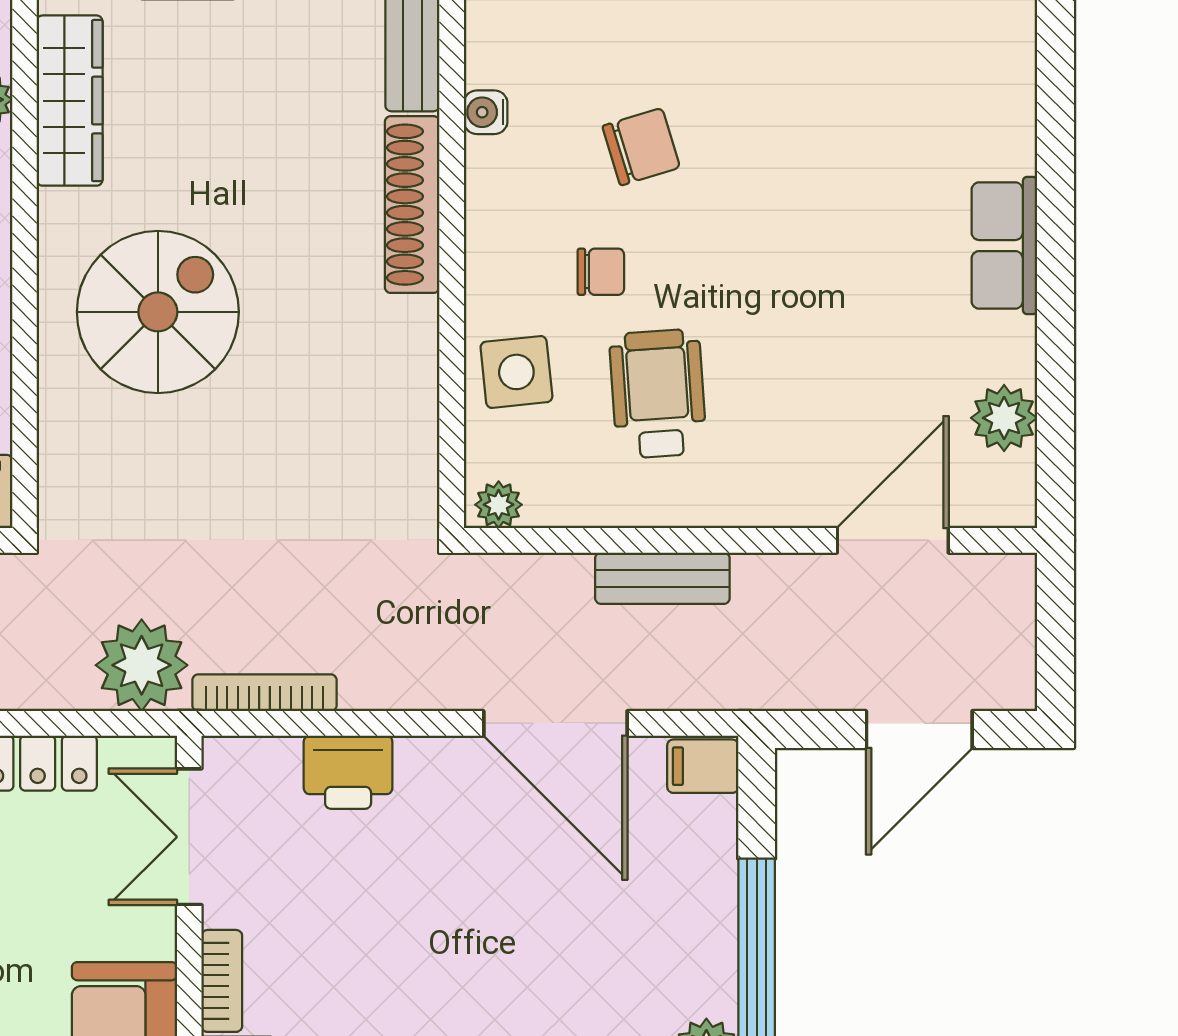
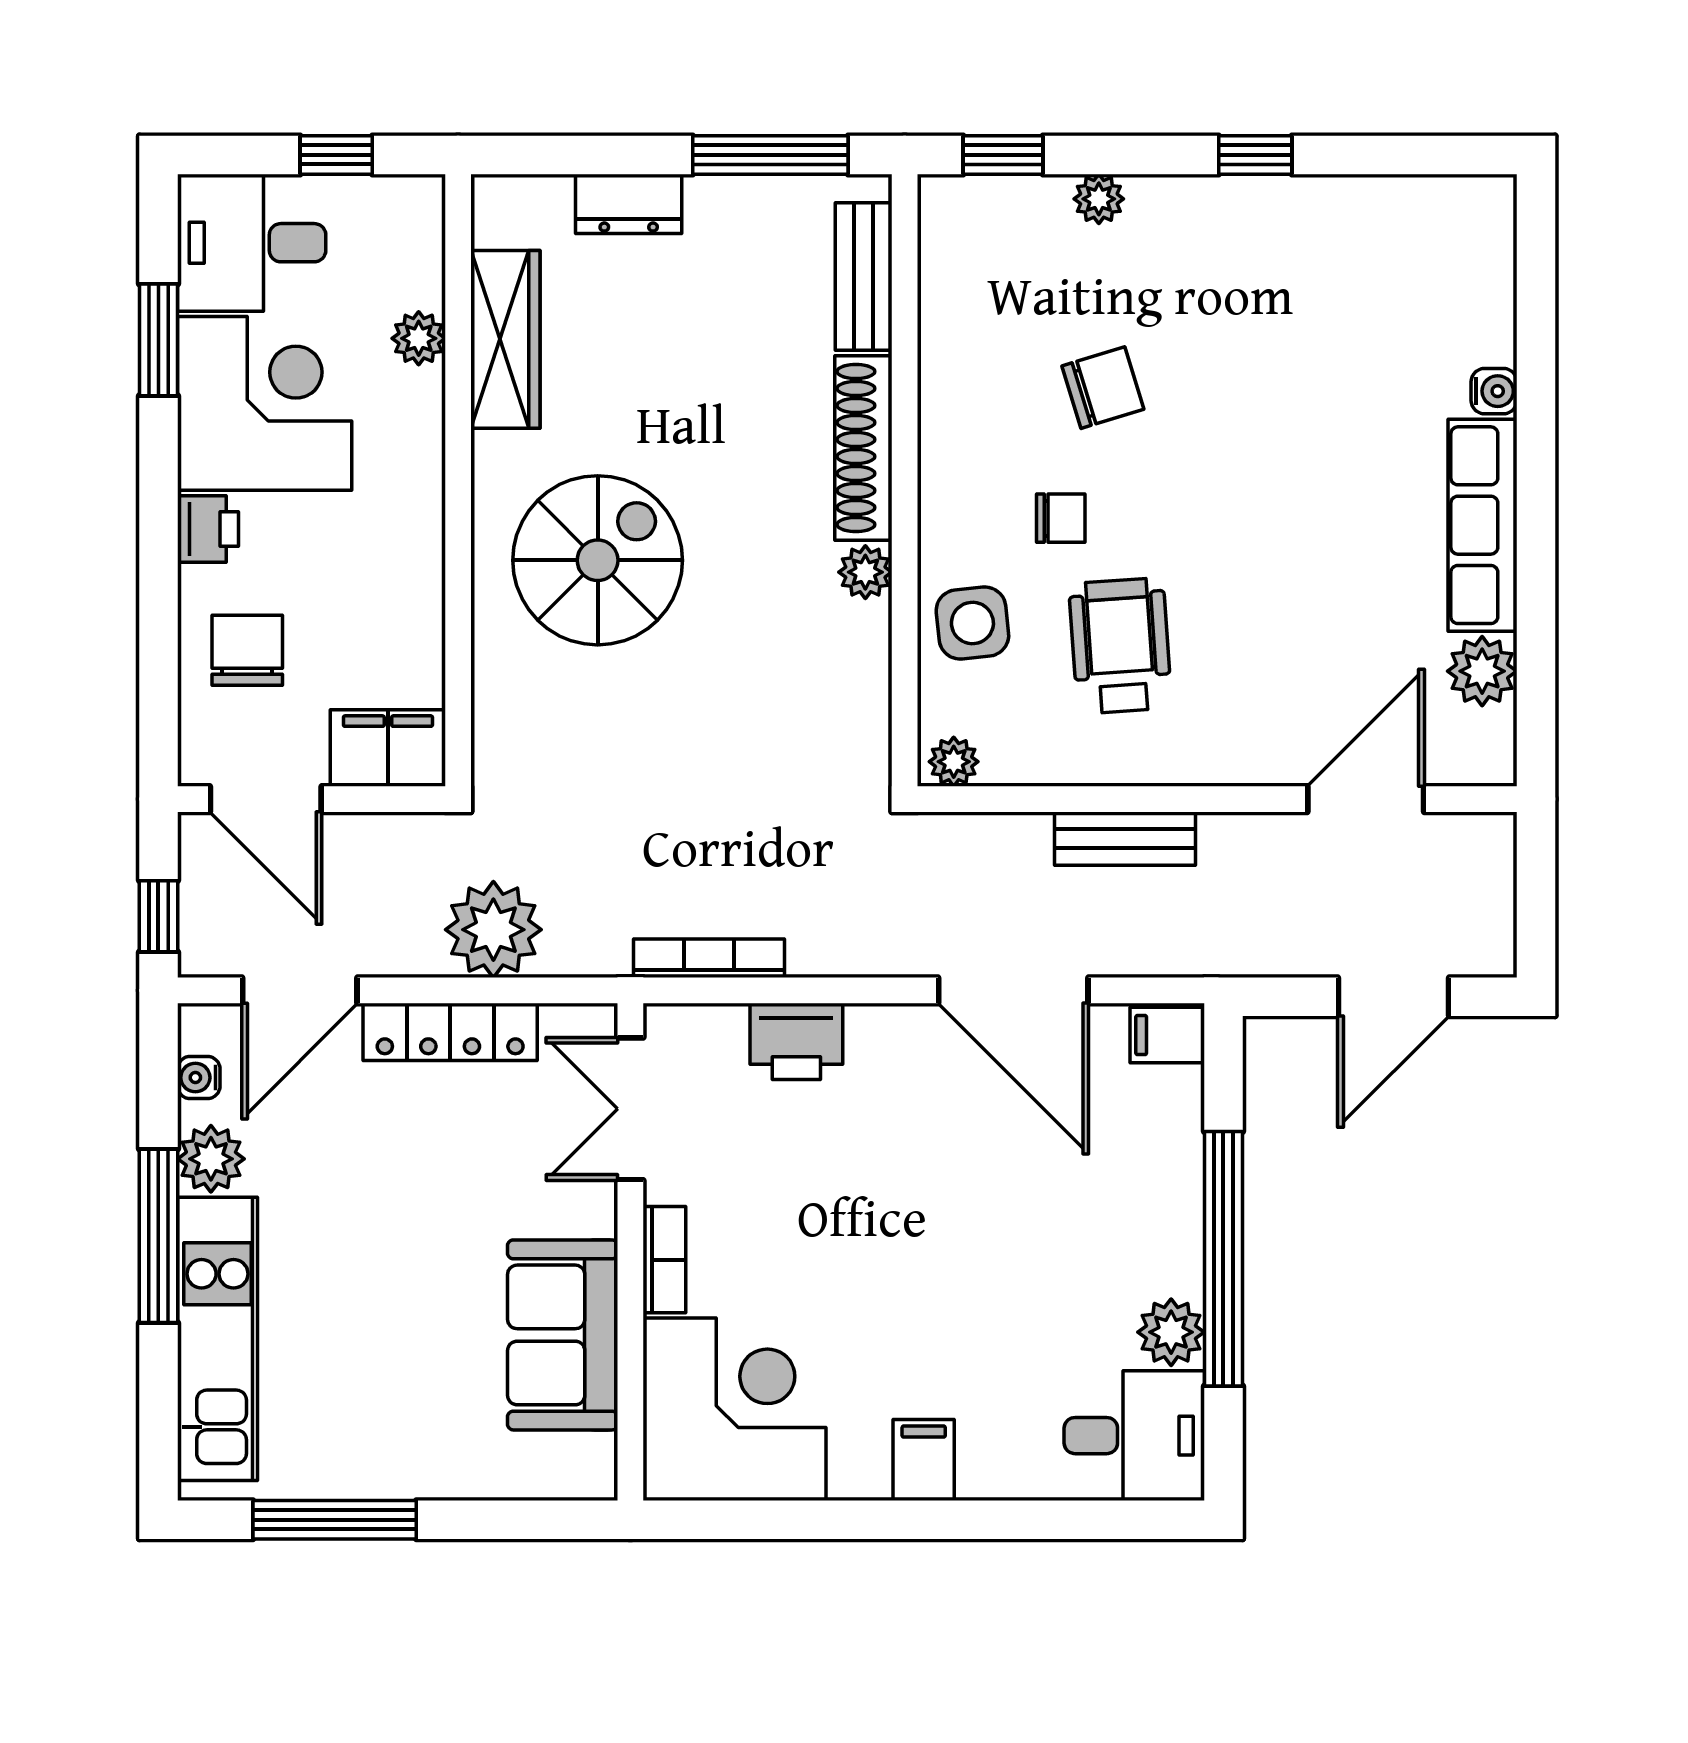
water cooler: (486, 112) -> (1494, 391), moved, turned 180
row of seats: (1004, 246) -> (1483, 525), width x1.48
plant: (414, 323) -> (865, 572), added
plant: (142, 665) -> (493, 930), moved

